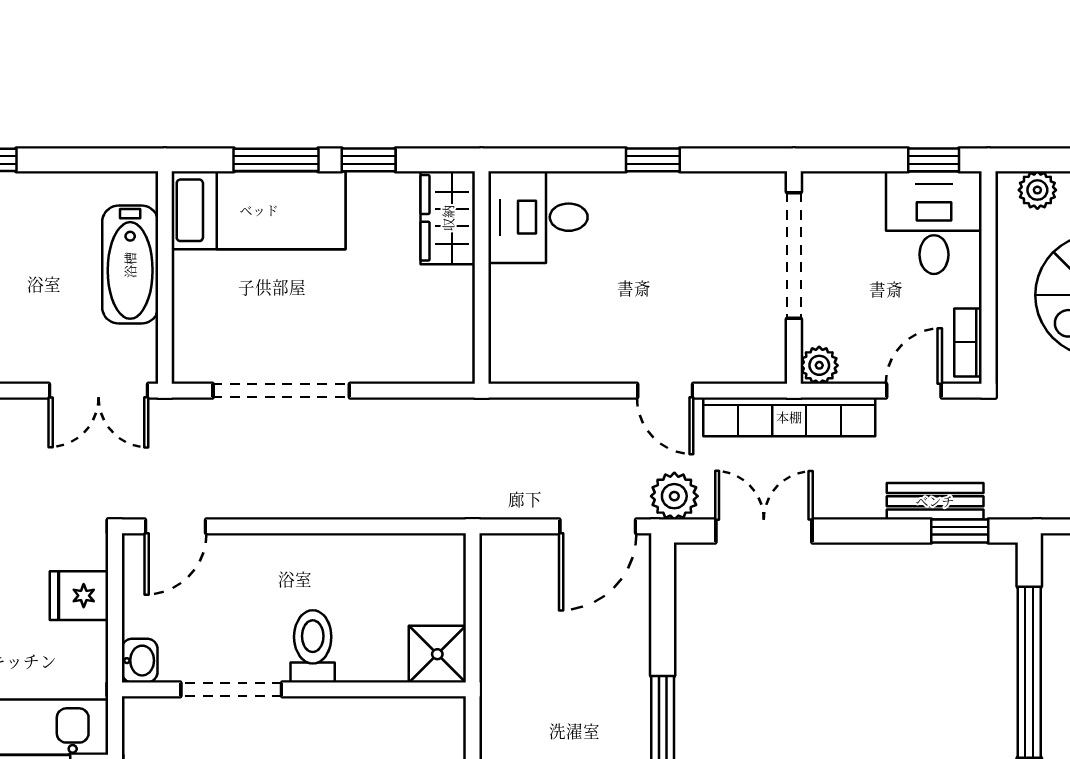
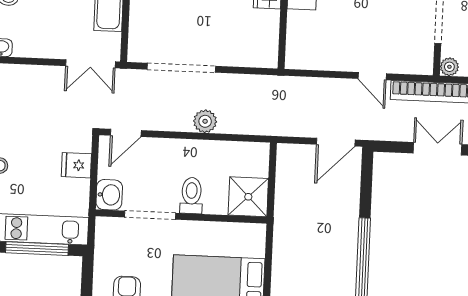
plant: (674, 496) -> (205, 121), moved
double door: (764, 531) -> (438, 149), moved
shower: (437, 654) -> (248, 197), width x1.36, depth x1.36
washbasin: (140, 661) -> (109, 195), width x1.38, depth x1.45

